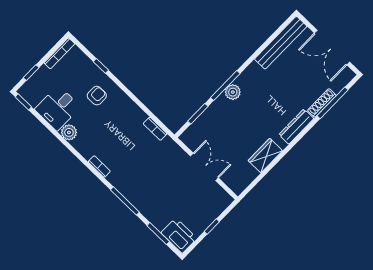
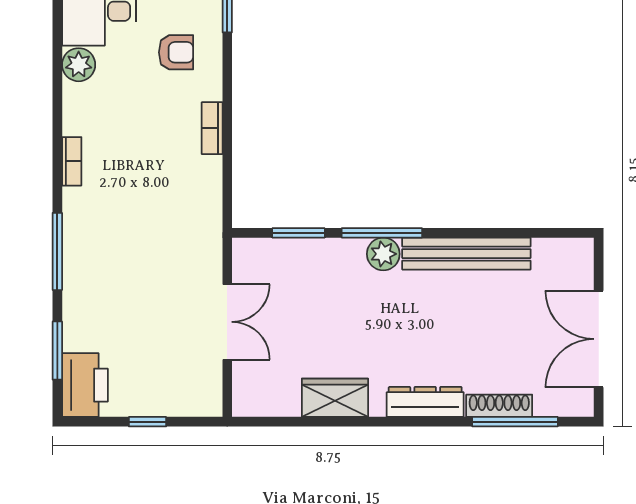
bench: (281, 43) -> (466, 254), moved
bookcase: (155, 129) -> (212, 128), moved

